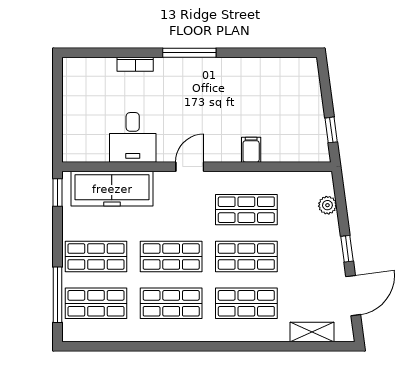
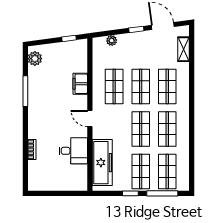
window: (189, 53) -> (25, 91), moved
plant: (296, 70) -> (35, 59), added
filing cabinet: (251, 150) -> (80, 84), width x2.00
window: (58, 192) -> (130, 193), moved

